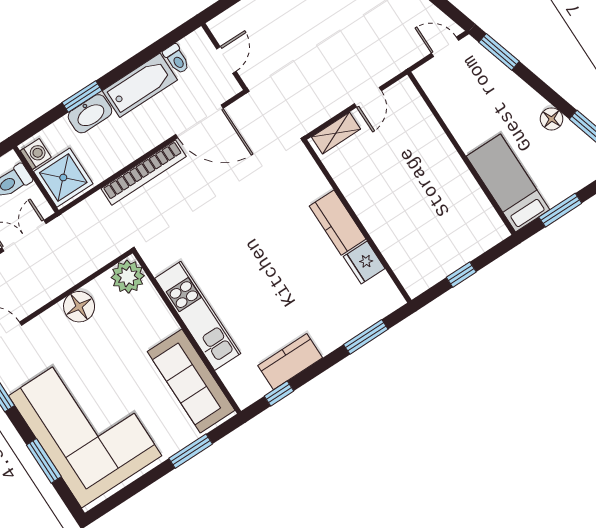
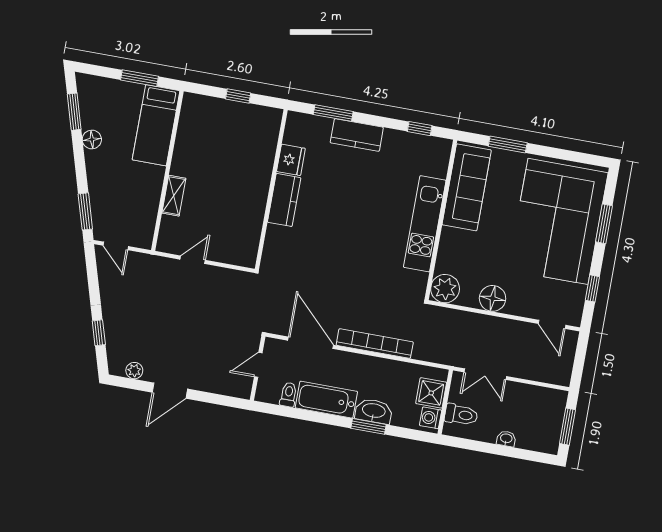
shelving: (336, 133) -> (174, 196), moved, turned 90
shower: (63, 178) -> (431, 393), width x0.73, depth x0.73
kitchen counter: (290, 362) -> (357, 135), moved

